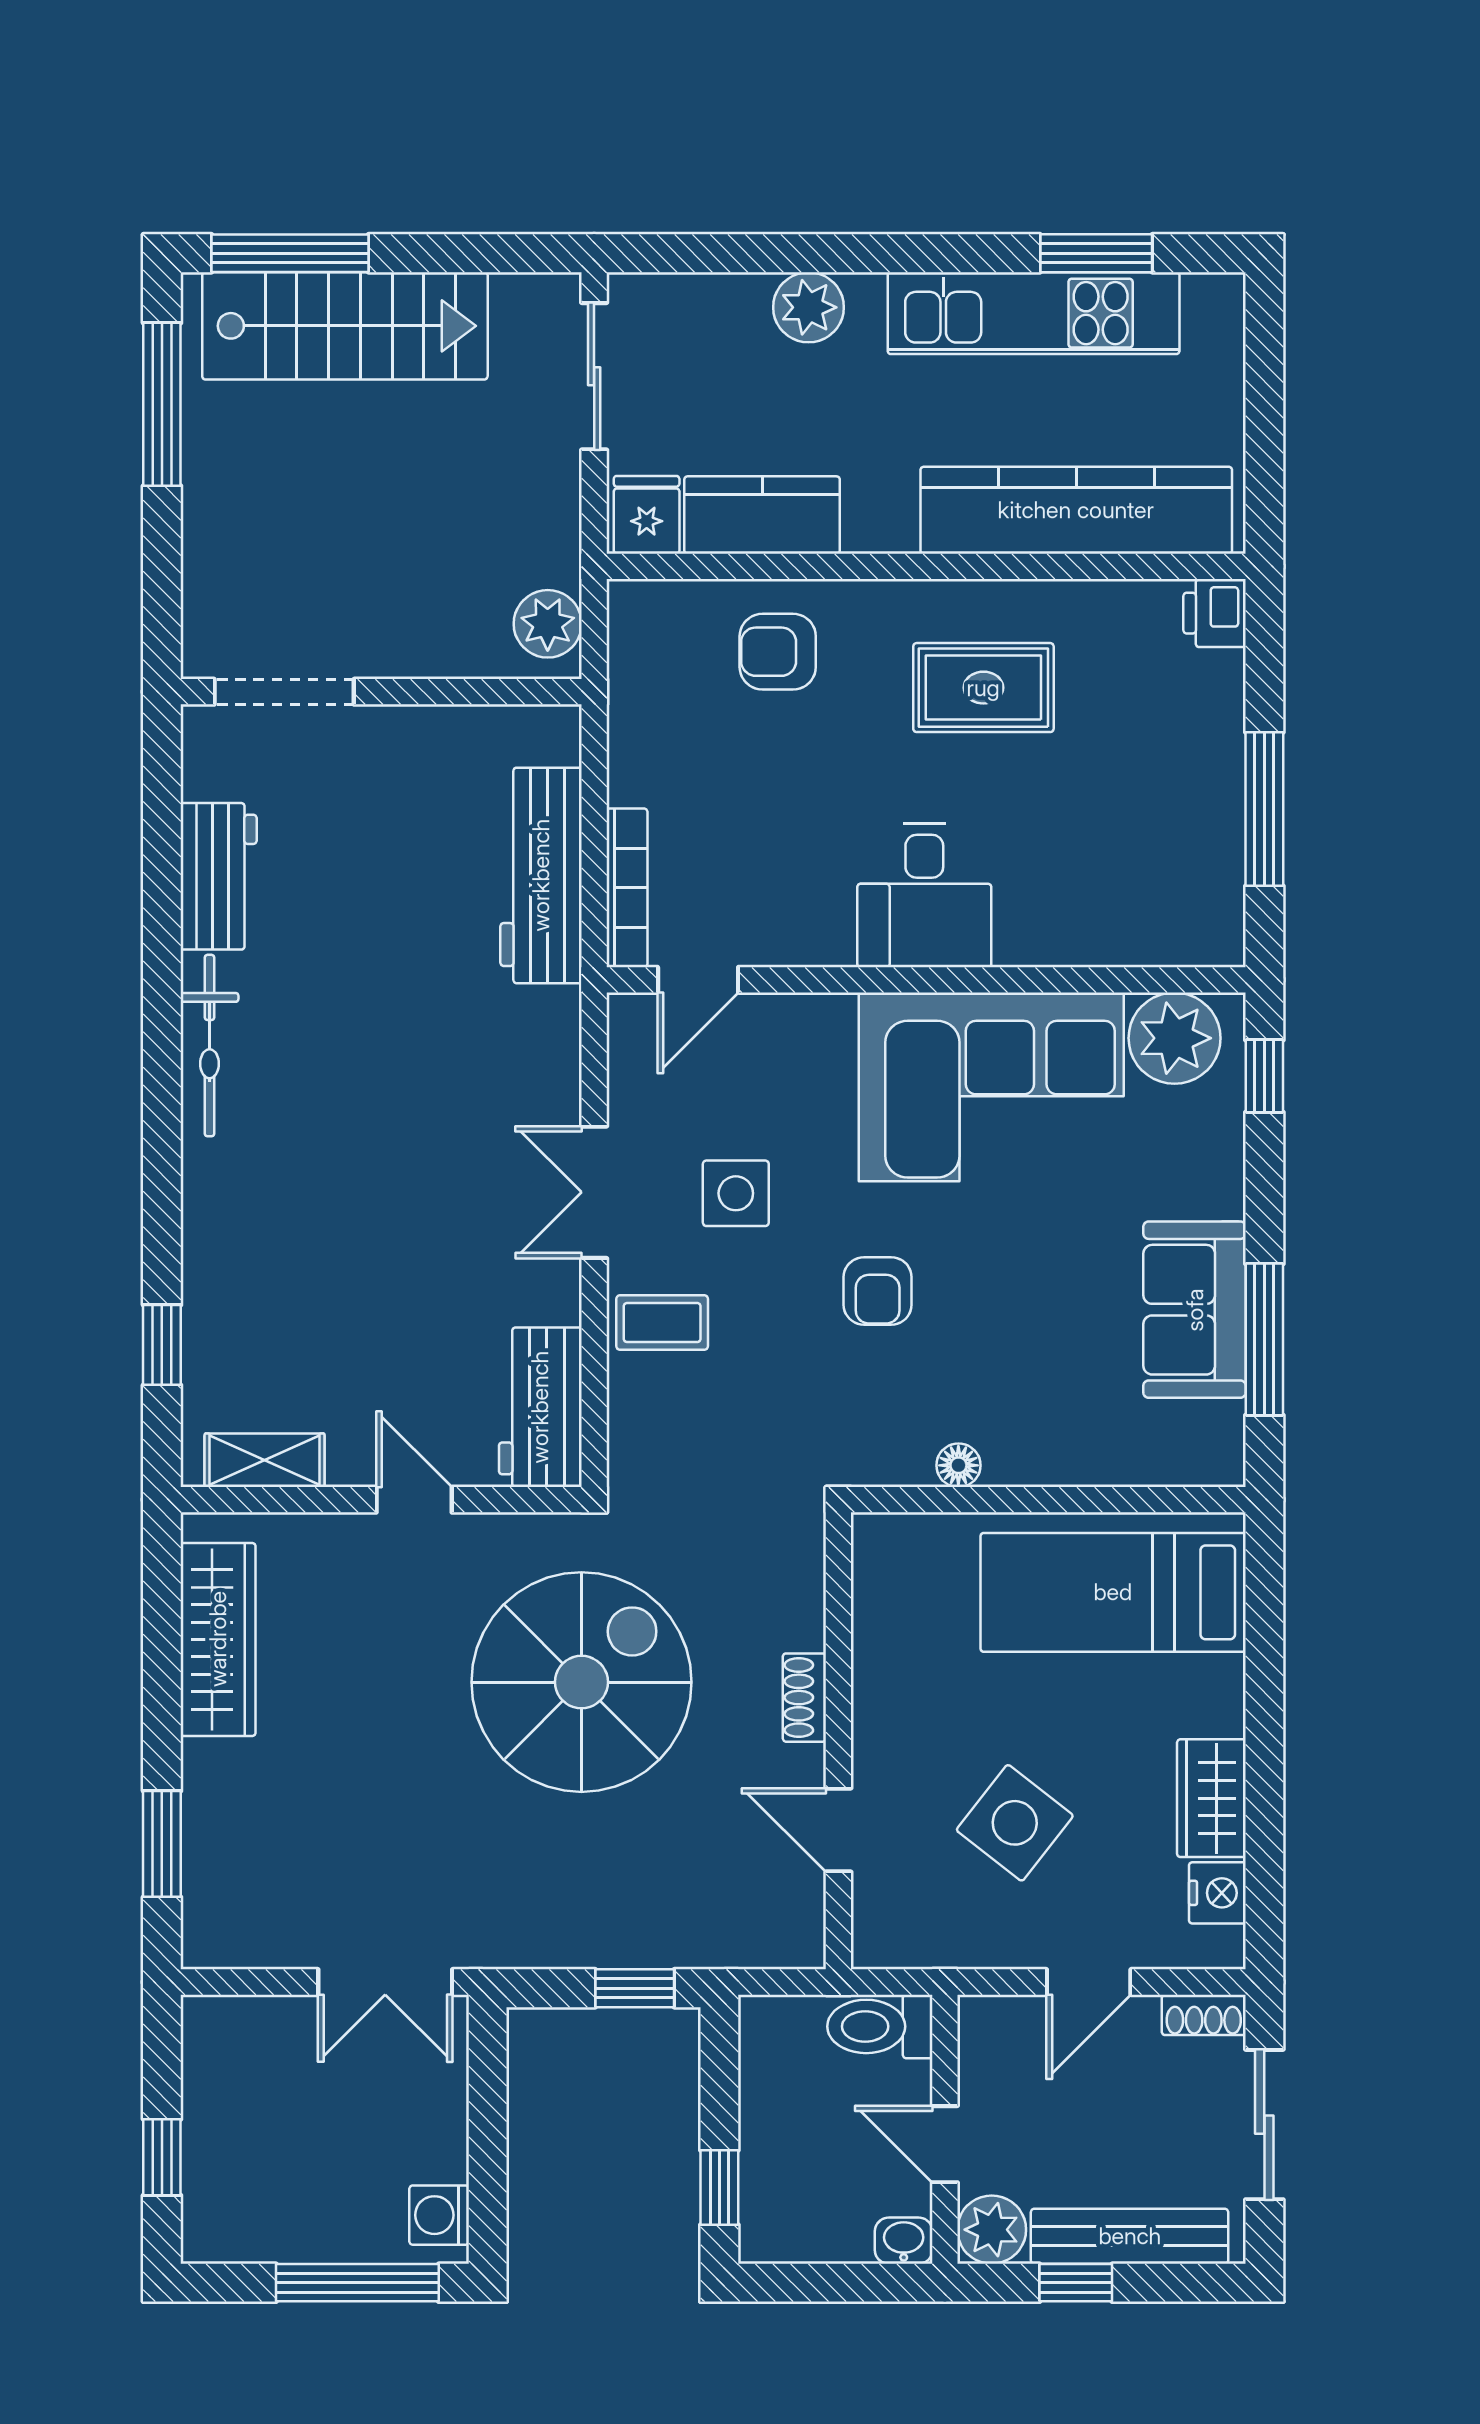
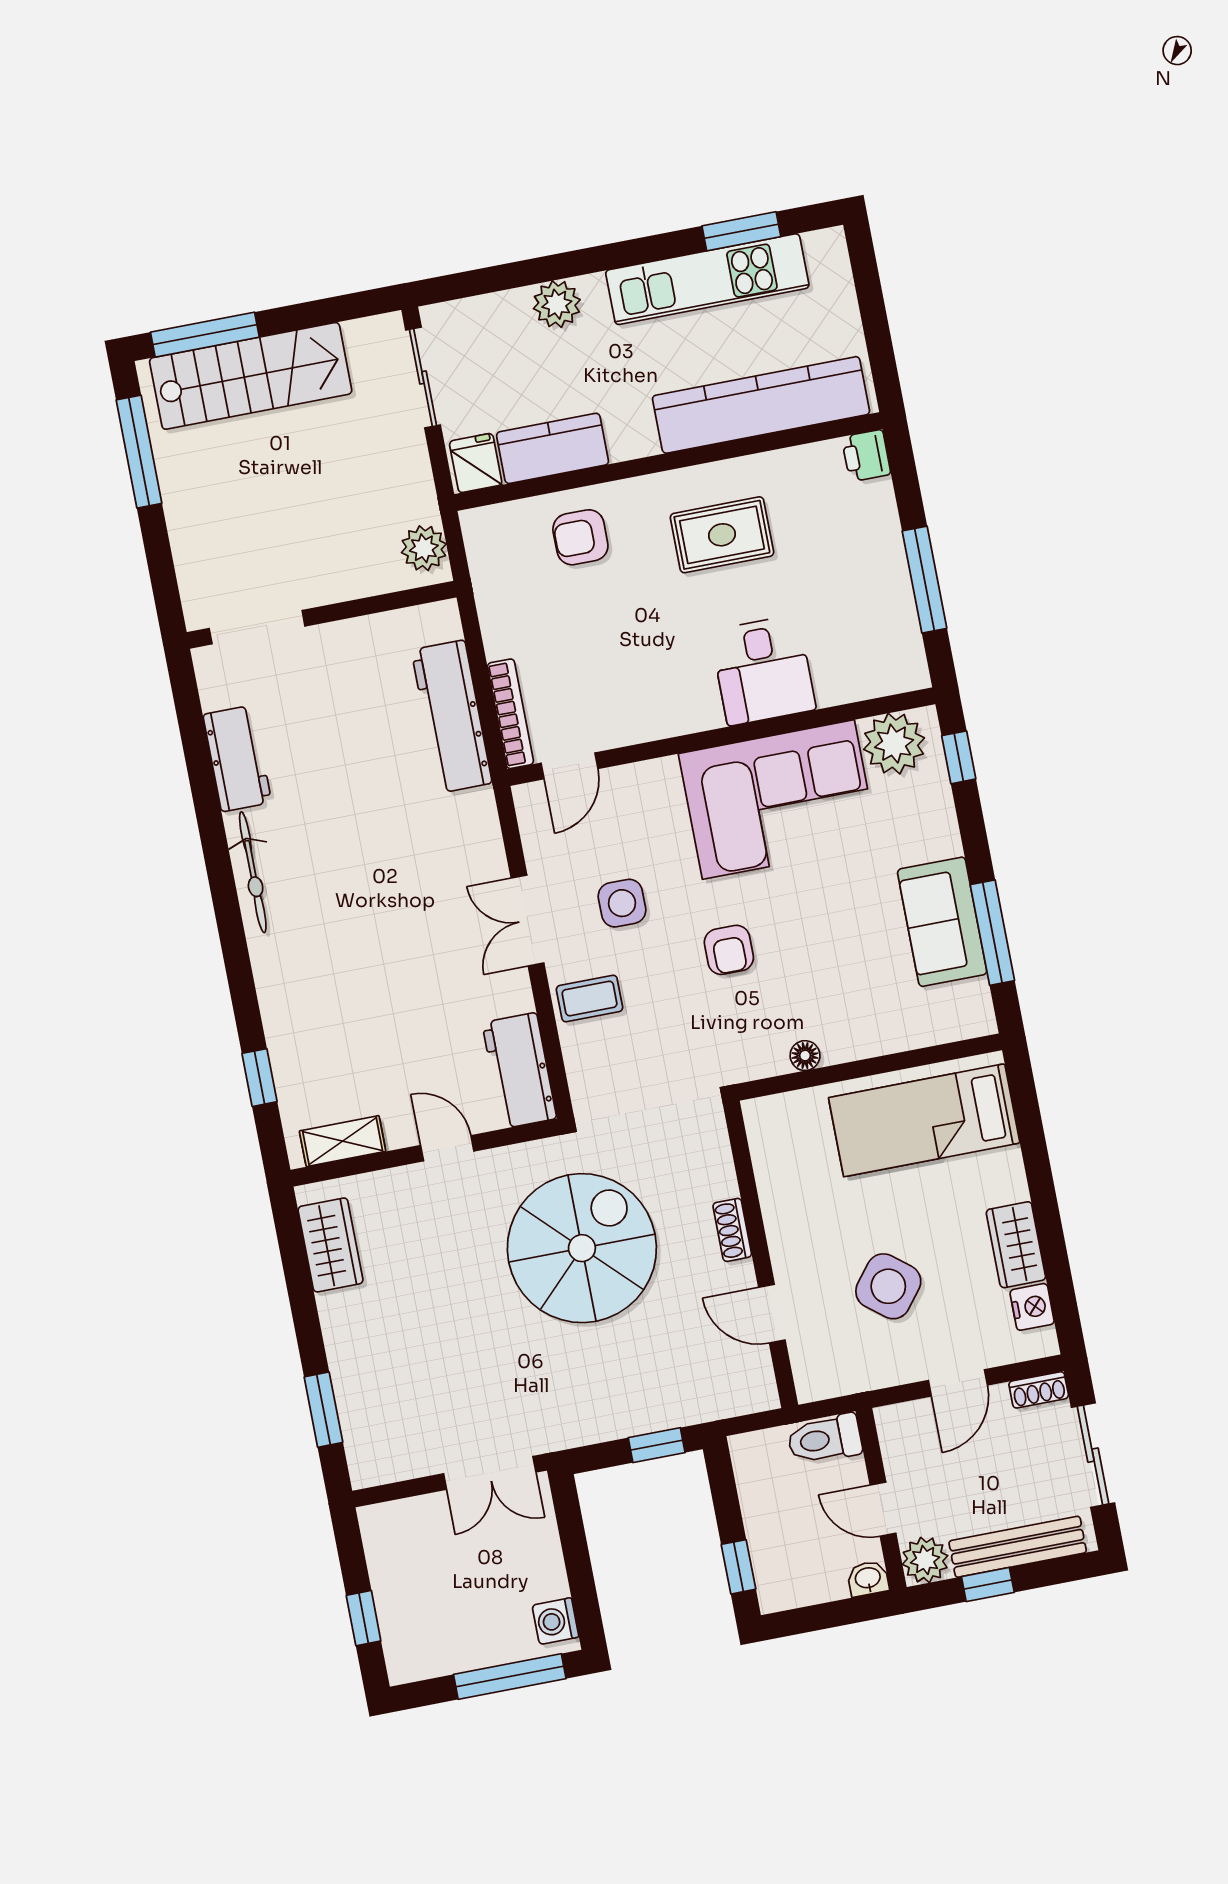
desk: (924, 895) -> (763, 670), moved
wardrobe: (218, 1639) -> (331, 1245), width x0.67

